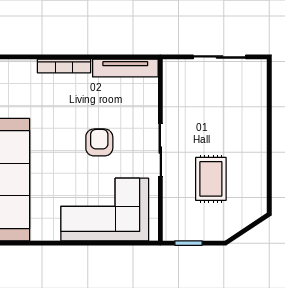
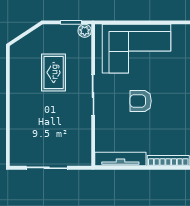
armchair: (99, 142) -> (141, 101), turned 90
plant: (171, 232) -> (85, 31), added

